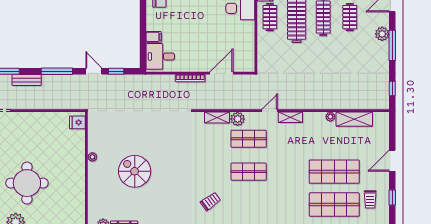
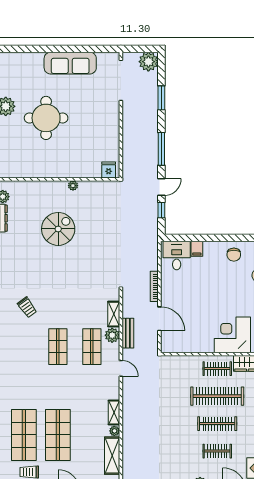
bench: (27, 80) -> (128, 333), moved
shelving: (290, 117) -> (114, 412), moved

